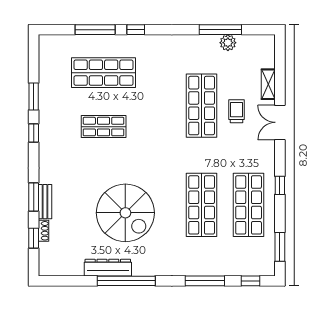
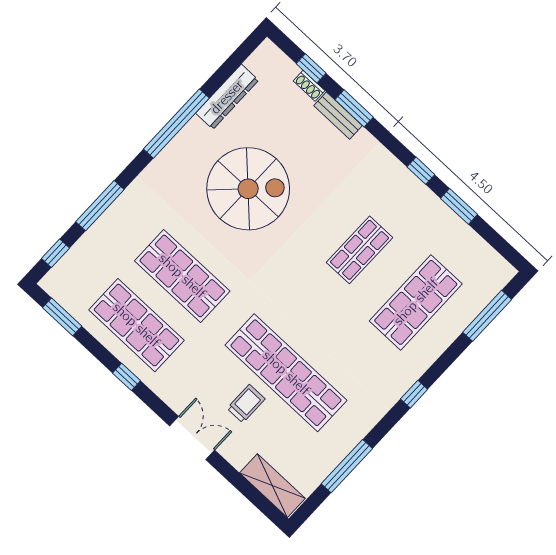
window: (95, 30) -> (487, 316), moved
window: (136, 30) -> (414, 394), moved
plant: (228, 43) -> (326, 461), removed
shelving: (268, 84) -> (272, 486), moved, width x1.50, depth x1.33
shop shelf: (202, 106) -> (286, 373), width x1.40
trolley: (236, 111) -> (246, 404), turned -90
spiral stairs: (125, 213) -> (248, 189), turned 180
dresser: (108, 268) -> (227, 97), moved

